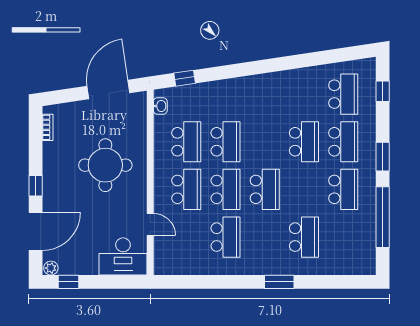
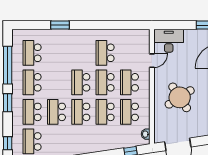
school desk: (265, 142) -> (81, 112), added
round table: (105, 165) -> (180, 97), turned -33
door: (150, 224) -> (152, 61), swing flipped
school desk: (304, 237) -> (32, 53), moved
window: (279, 282) -> (60, 25), moved

